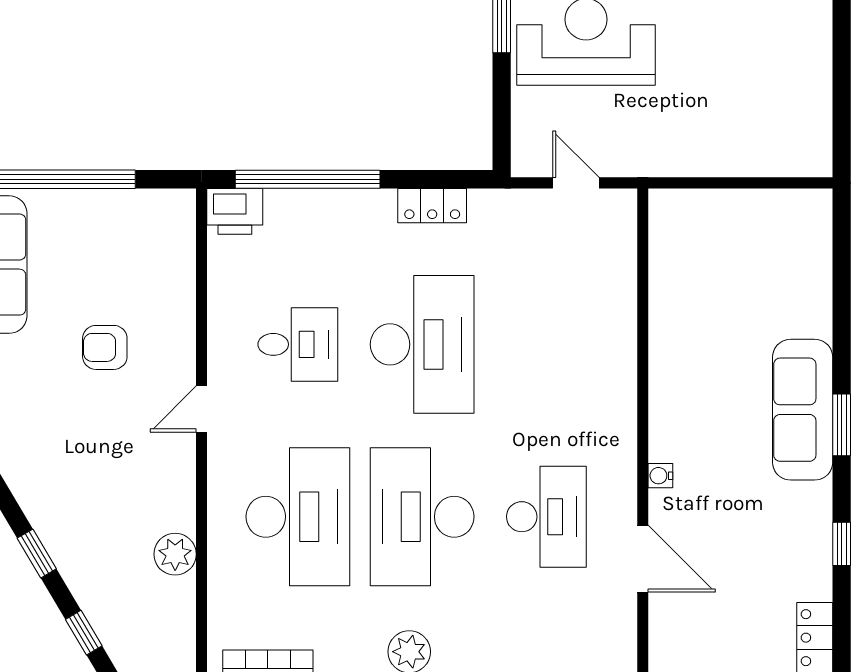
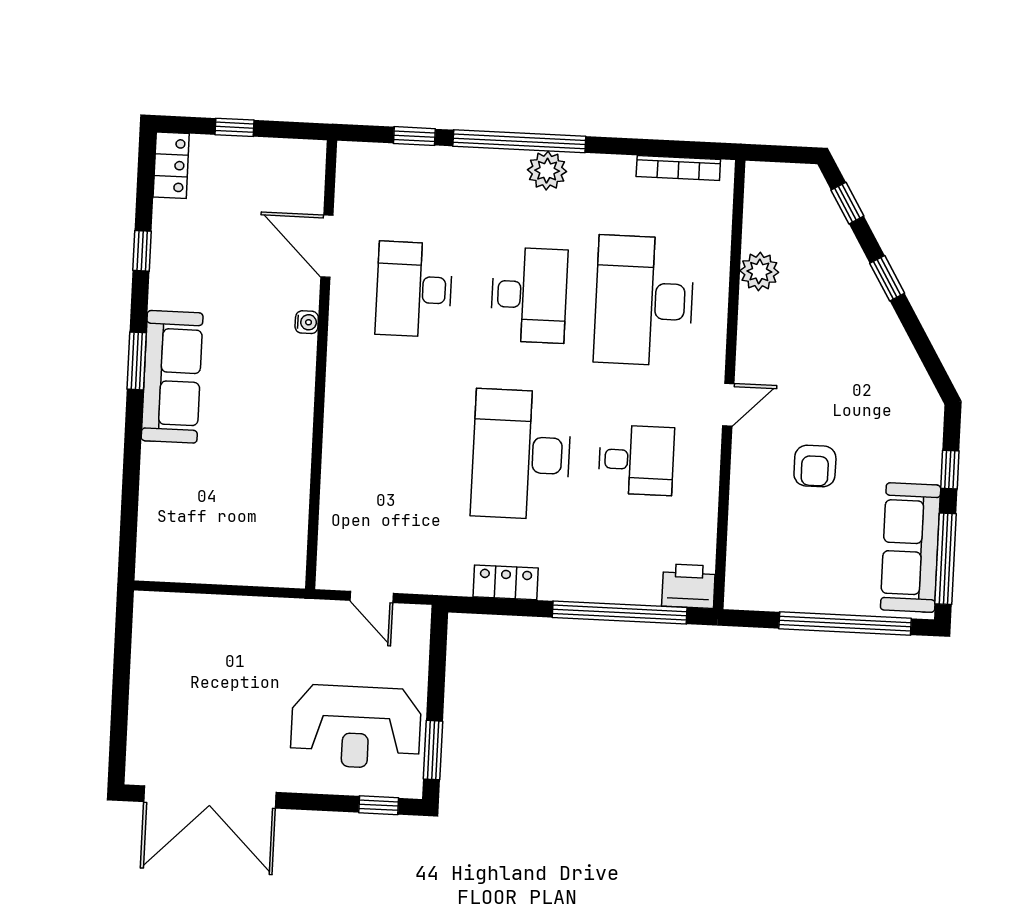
desk: (298, 344) -> (636, 460), turned 180
armchair: (105, 347) -> (815, 466), turned 90
desk: (422, 517) -> (529, 295), width x0.73, depth x0.77

